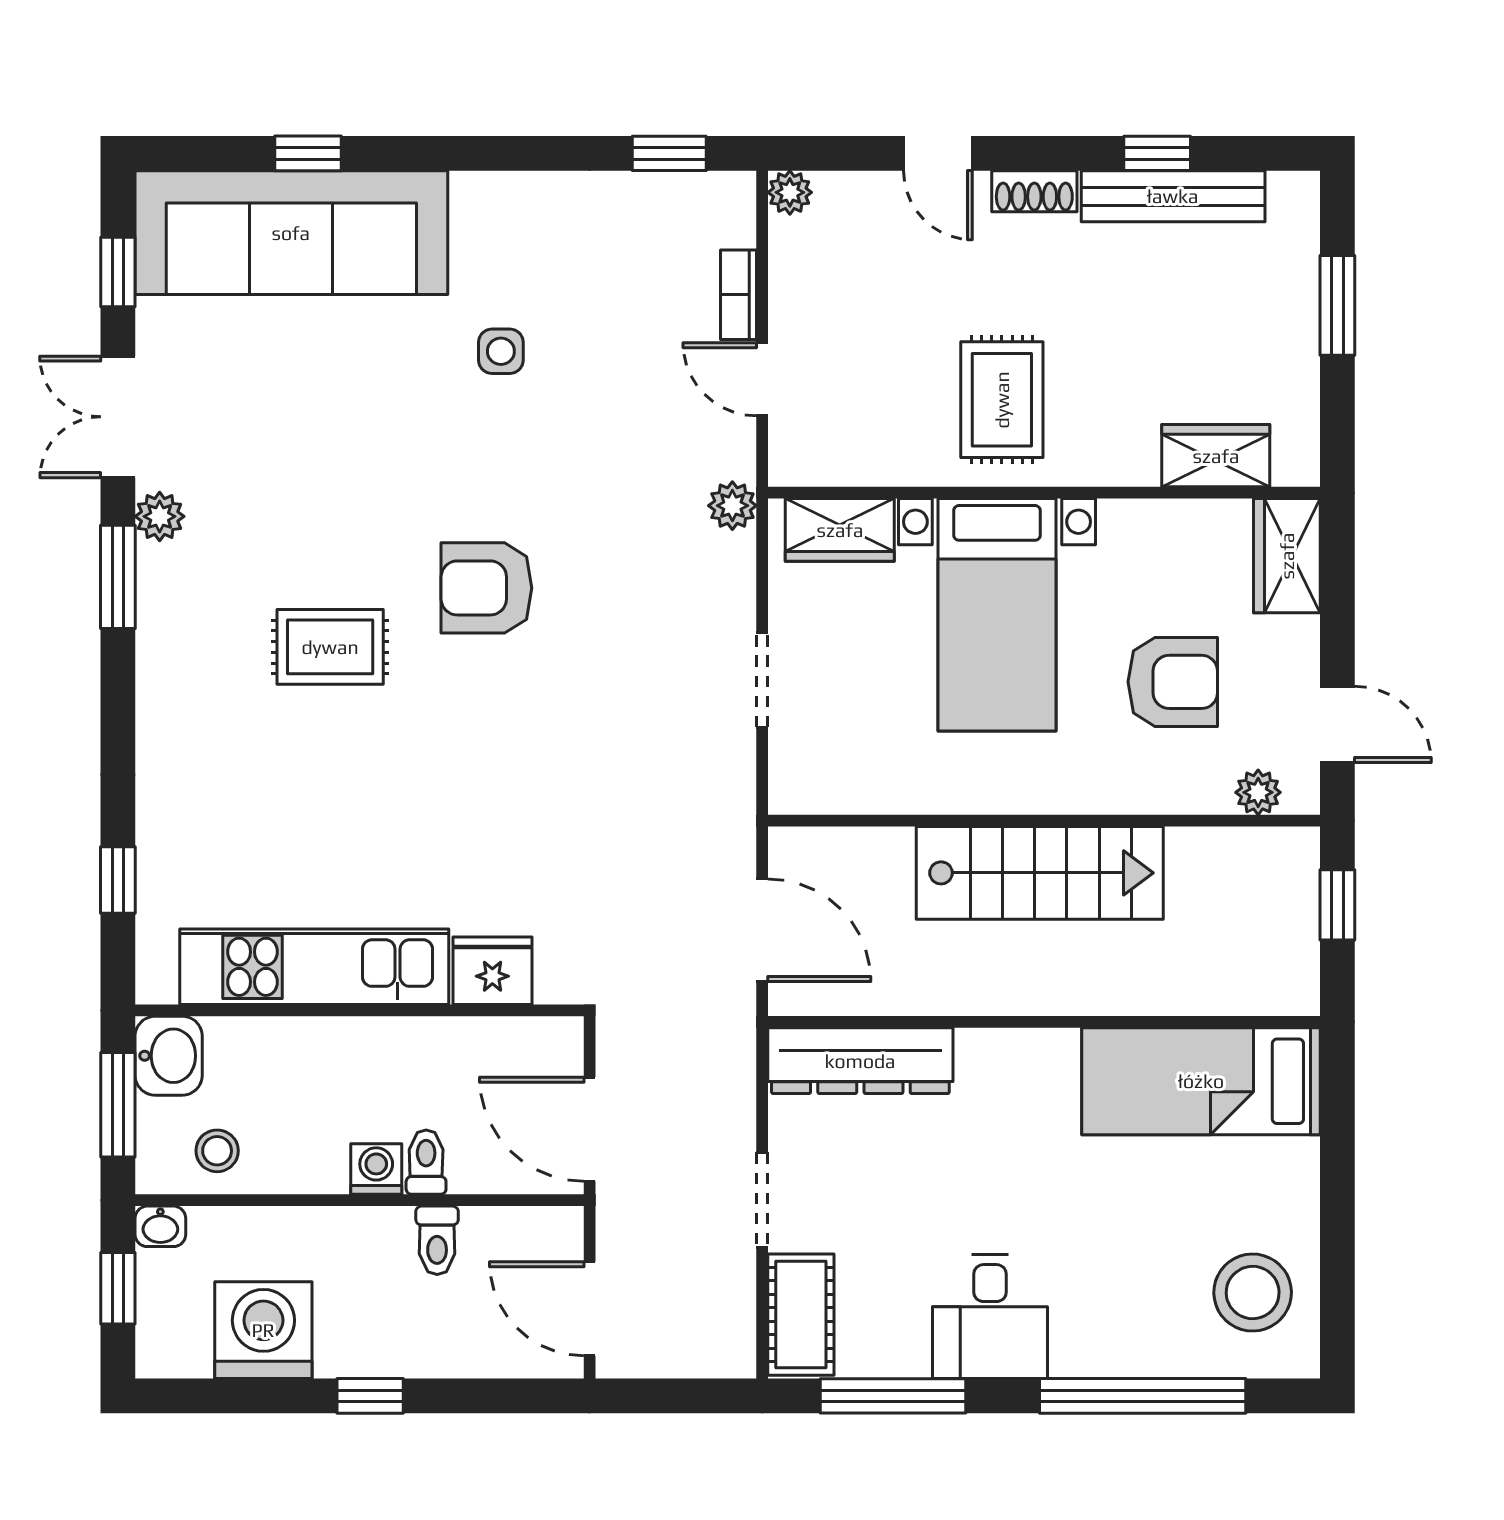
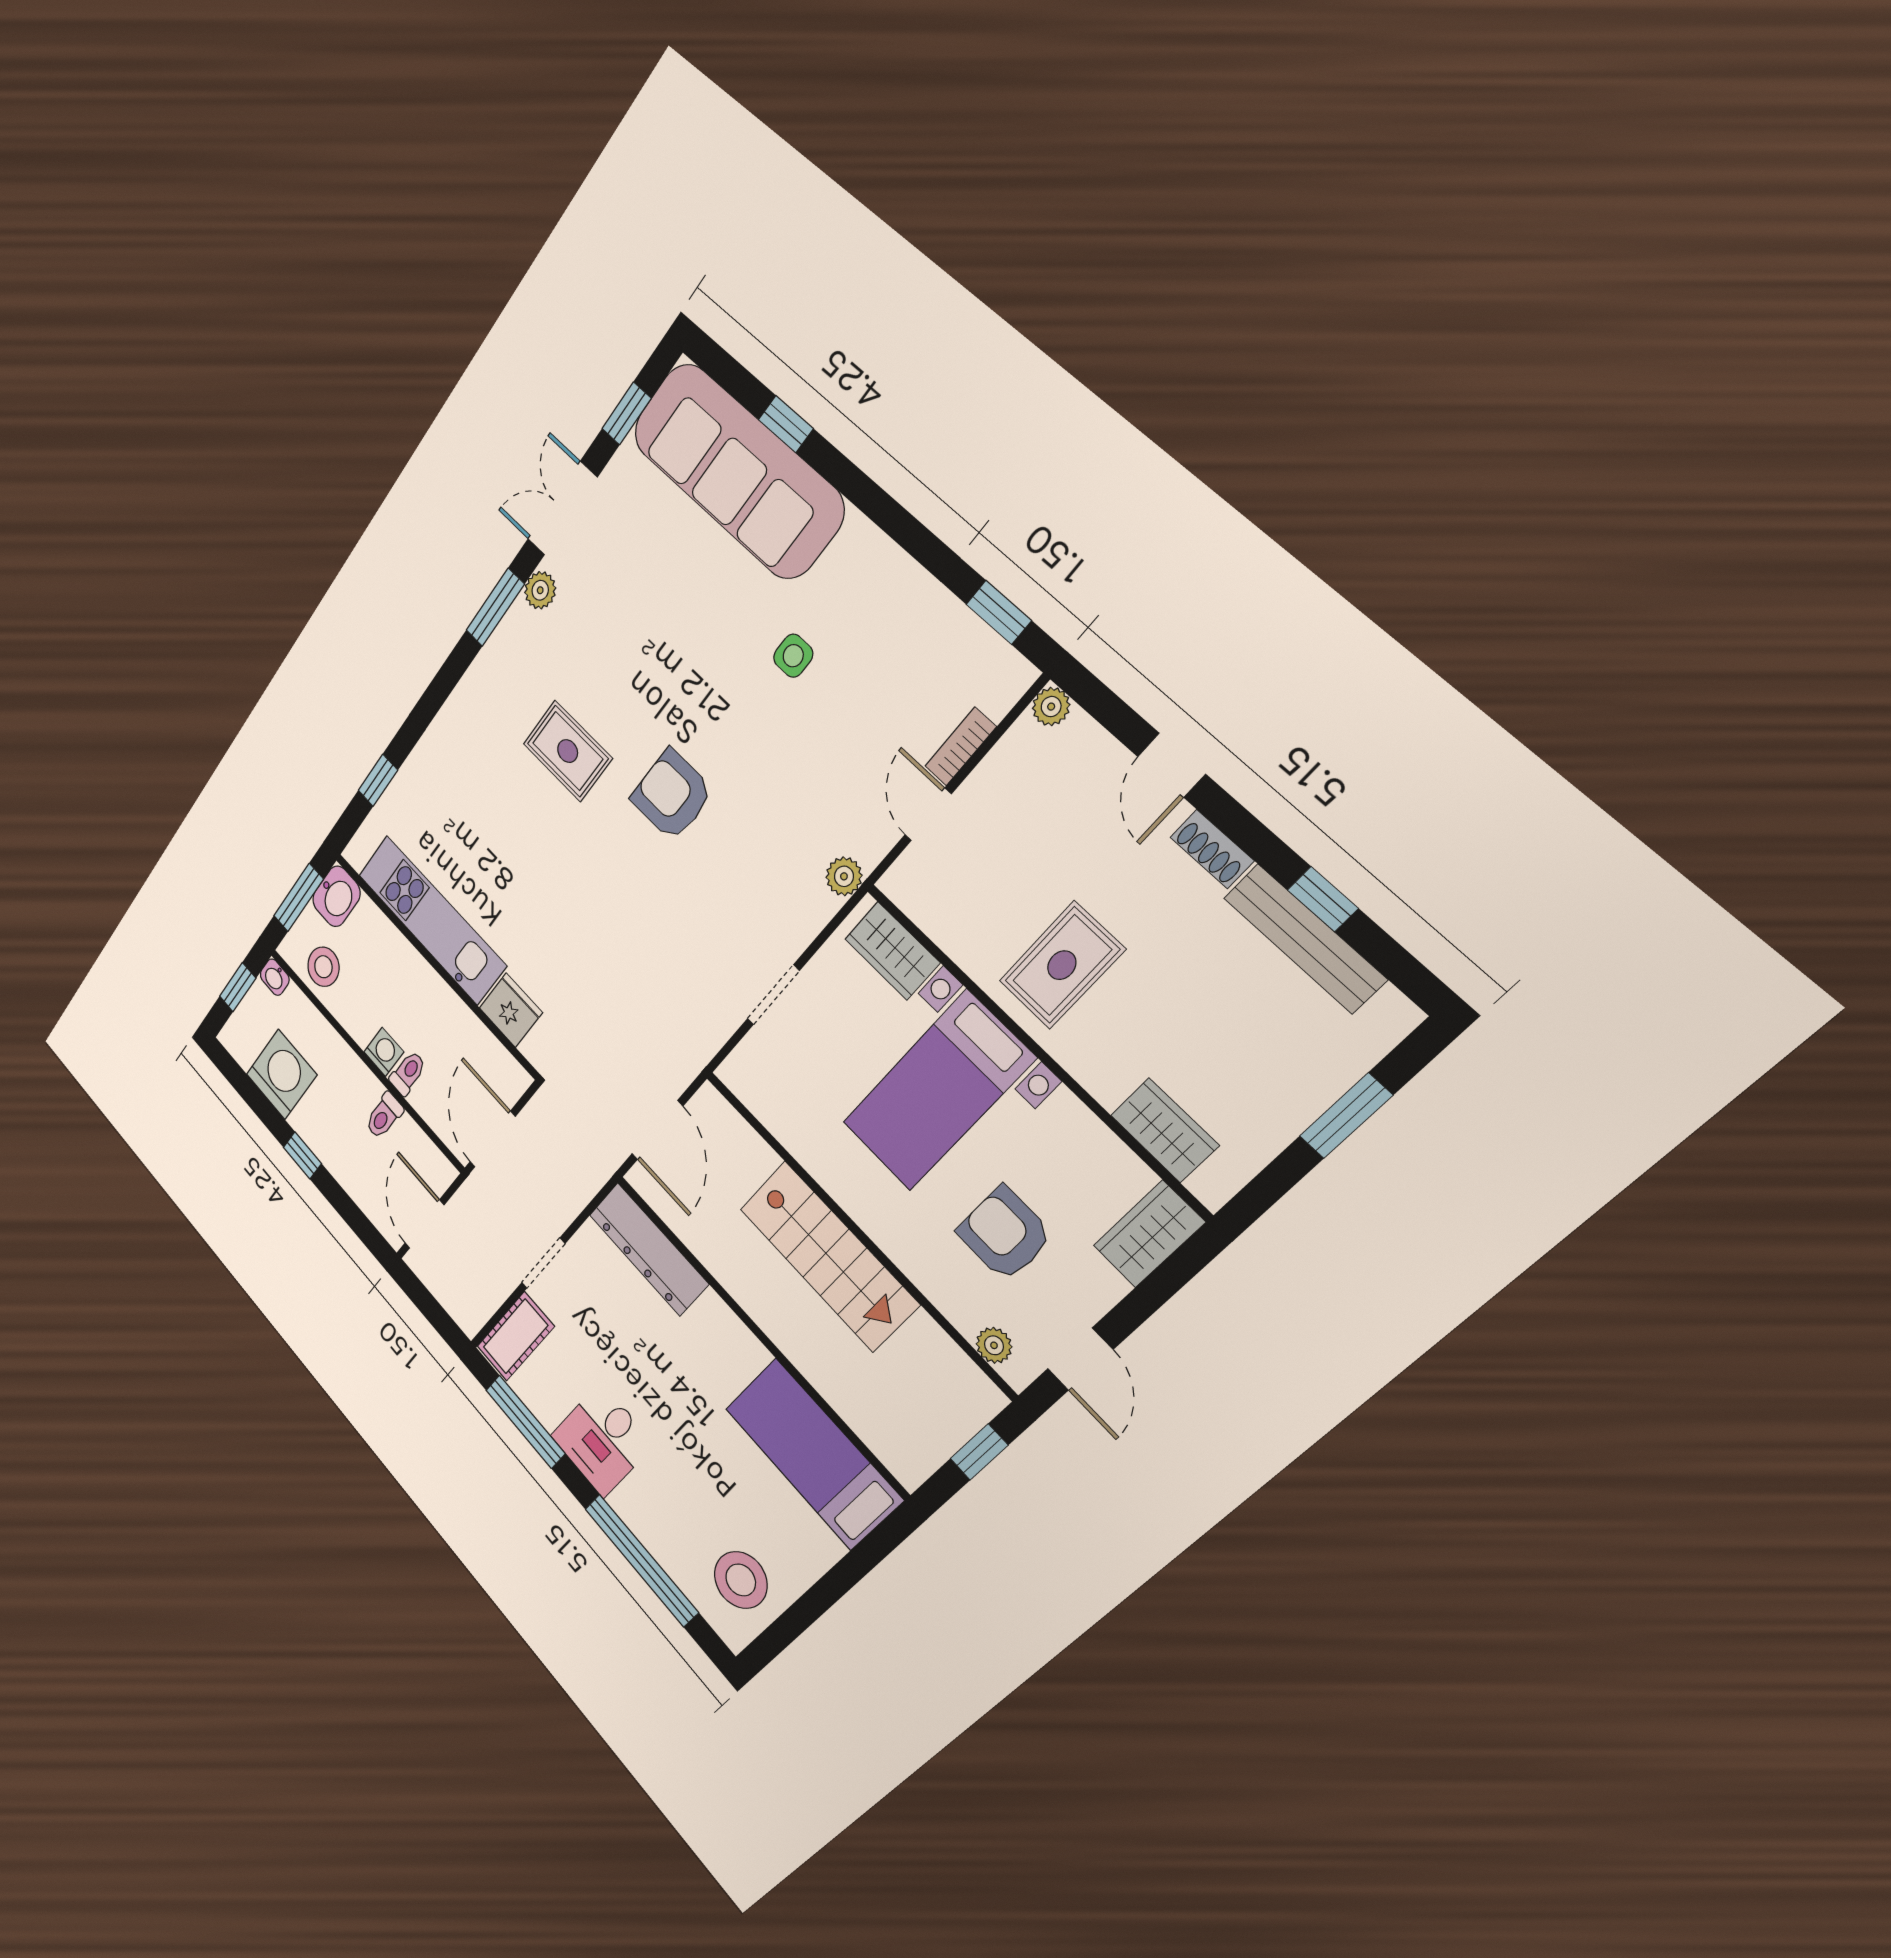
armchair: (1173, 682) -> (1005, 1234), turned 180
stool: (217, 1151) -> (323, 967), width x1.37, depth x1.37

